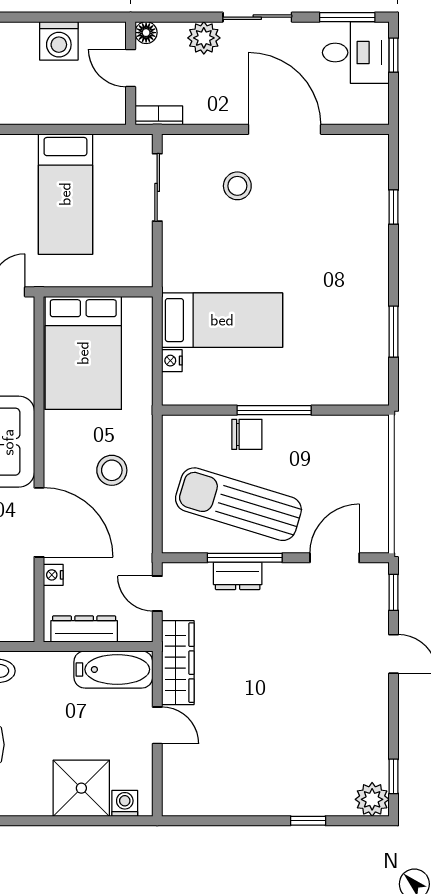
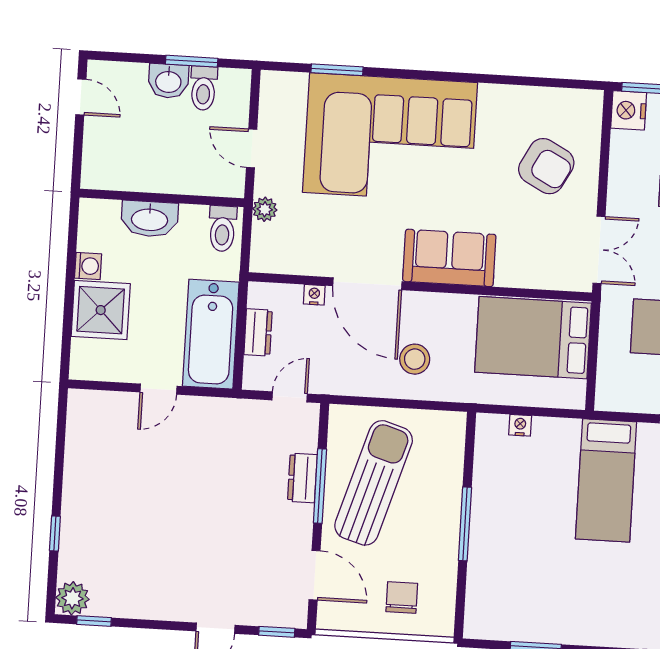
bed: (222, 320) -> (606, 480), moved
chair: (247, 434) -> (402, 597), moved, turned 180
door: (39, 522) -> (367, 284), hinge flipped
dresser: (84, 629) -> (258, 332), width x0.70
wardrobe: (178, 663) -> (220, 413), removed
bathtub: (113, 669) -> (211, 334), width x1.36, depth x1.36
washing machine: (125, 803) -> (88, 266), moved

